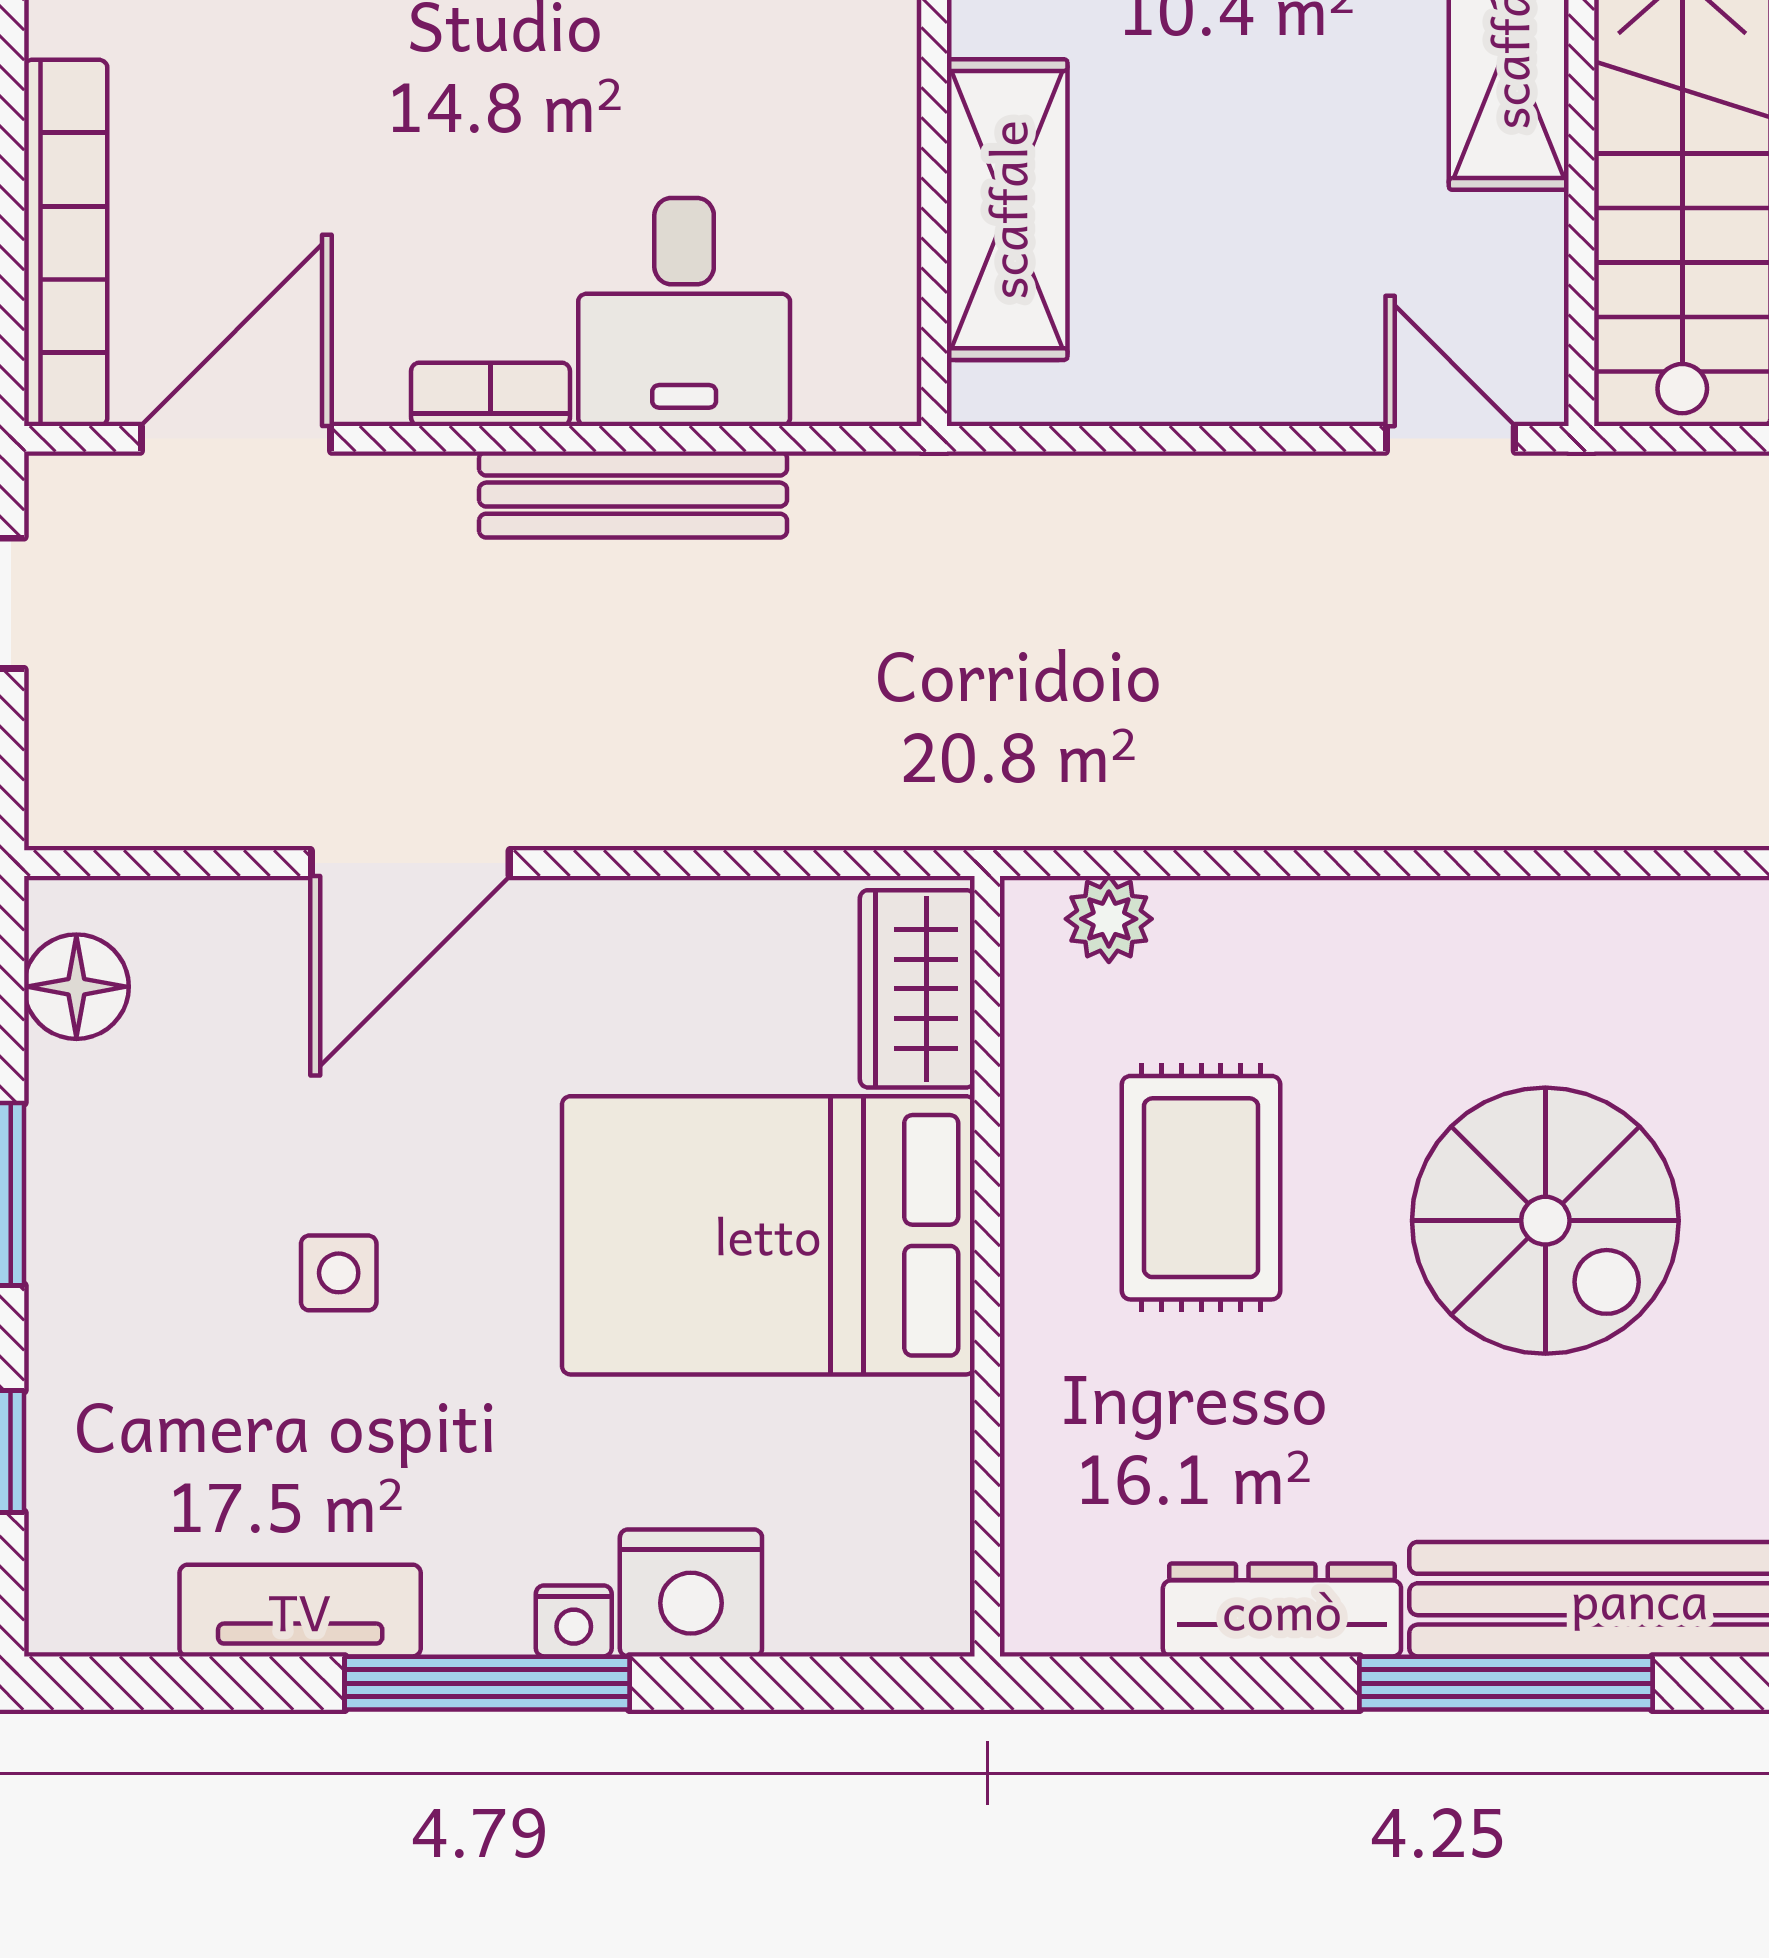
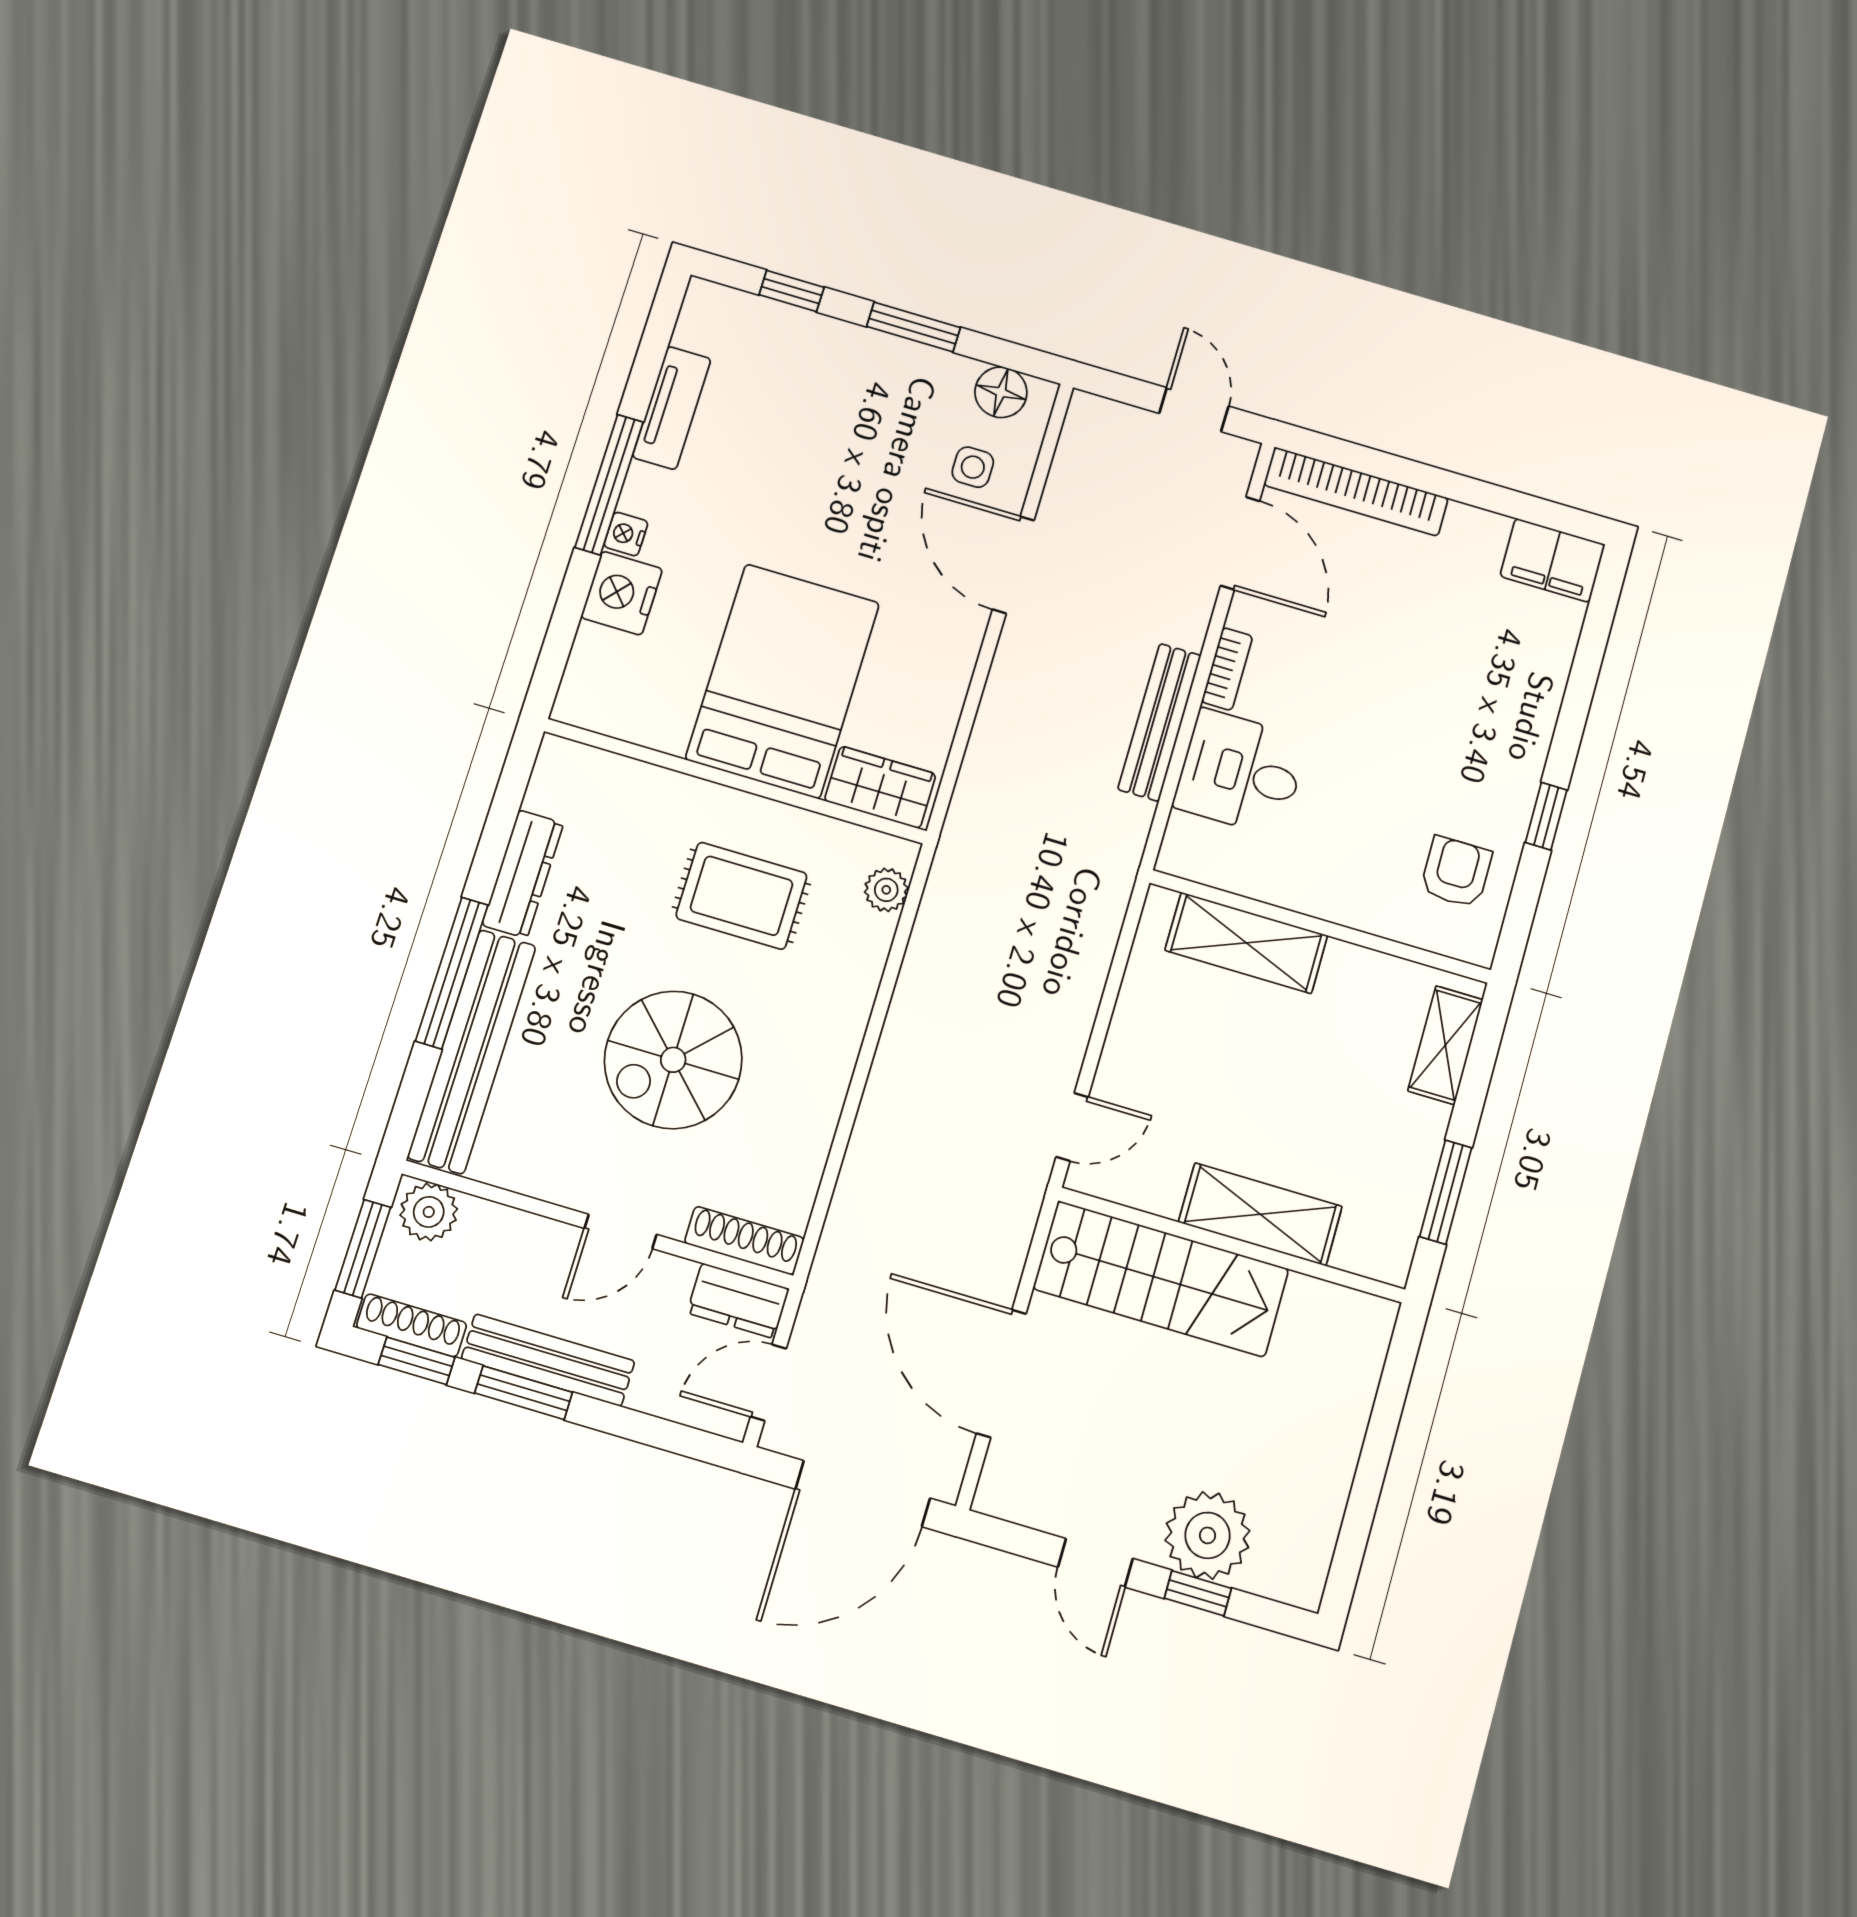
side table: (339, 1273) -> (973, 467), moved

